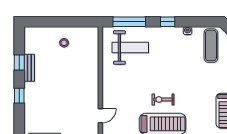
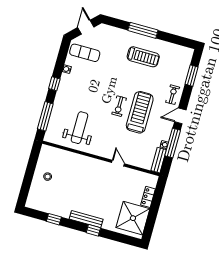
weight bench: (130, 48) -> (79, 128), moved
bench: (29, 68) -> (86, 219), moved, width x1.36
window: (19, 96) -> (93, 230), moved

